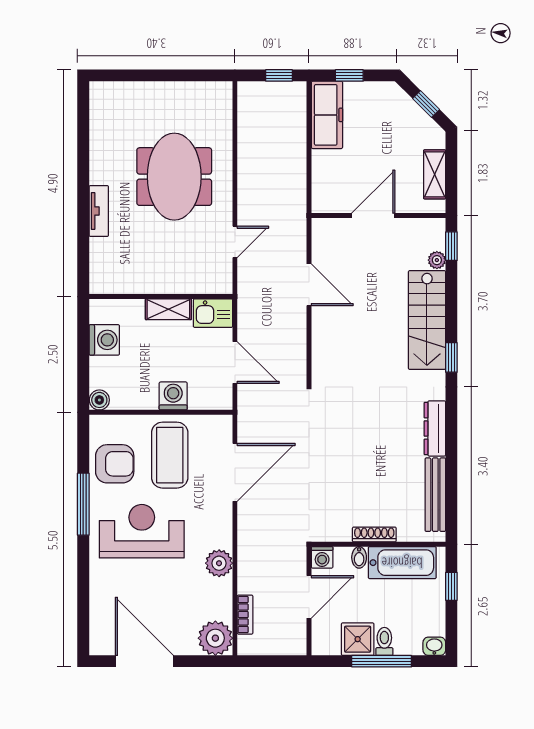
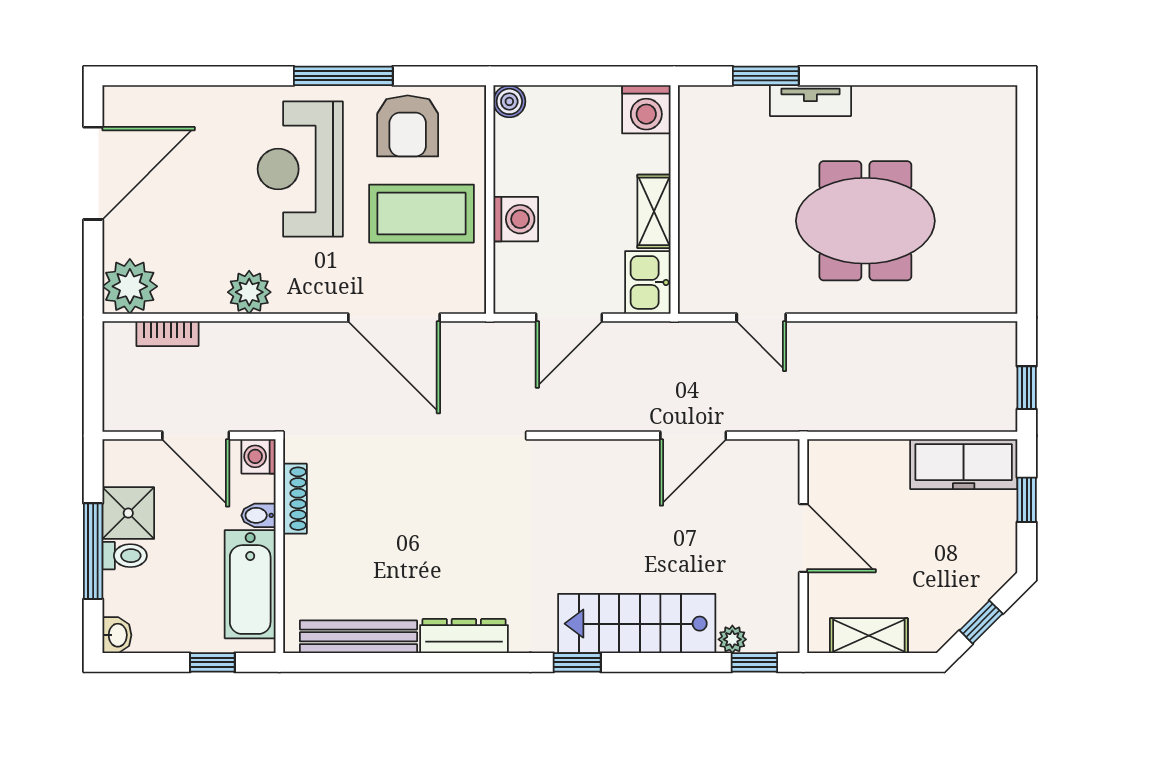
window: (83, 239) -> (766, 76), added
washing machine: (104, 340) -> (646, 109), moved
reception desk: (142, 531) -> (300, 169), turned 180
shoe rack: (374, 535) -> (295, 499), moved

